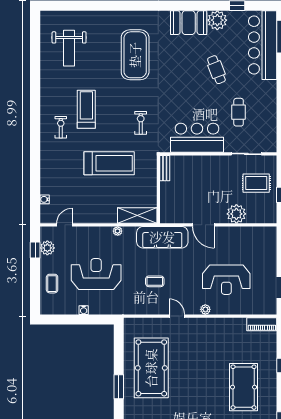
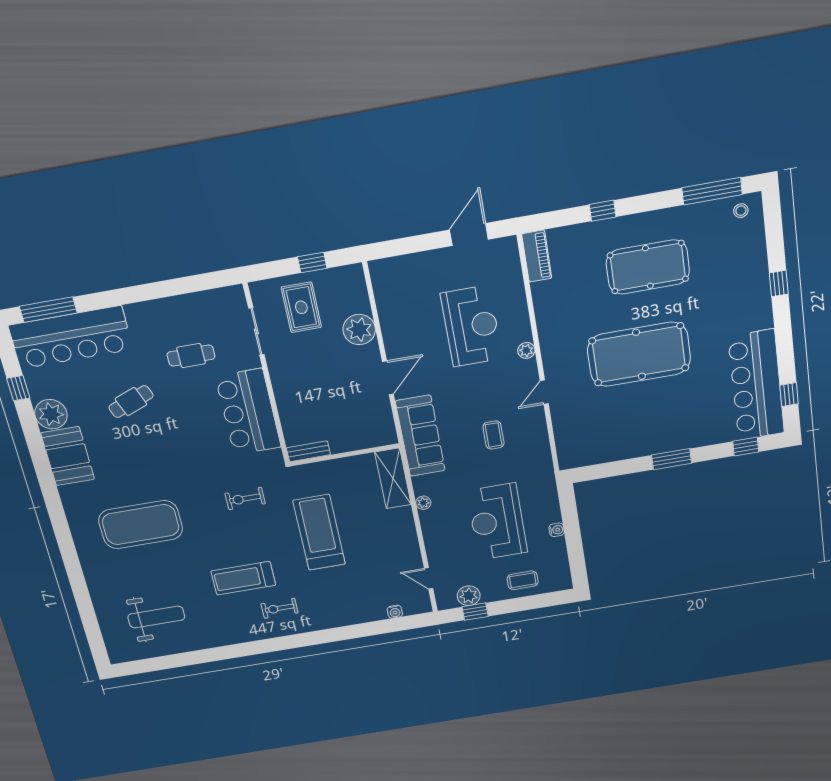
pool table: (151, 368) -> (639, 354), moved

